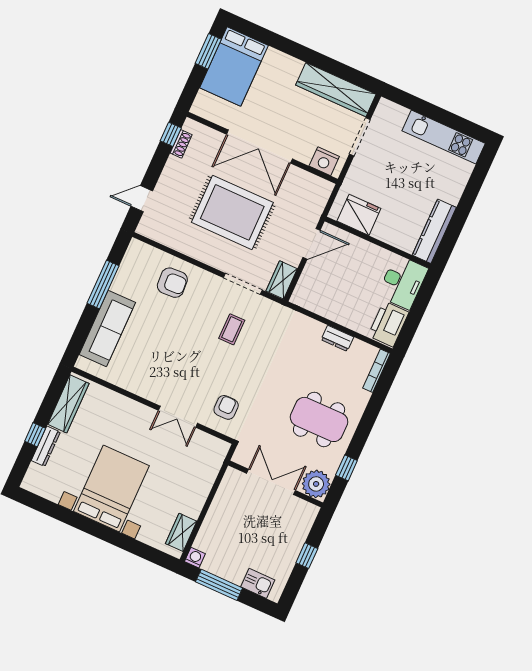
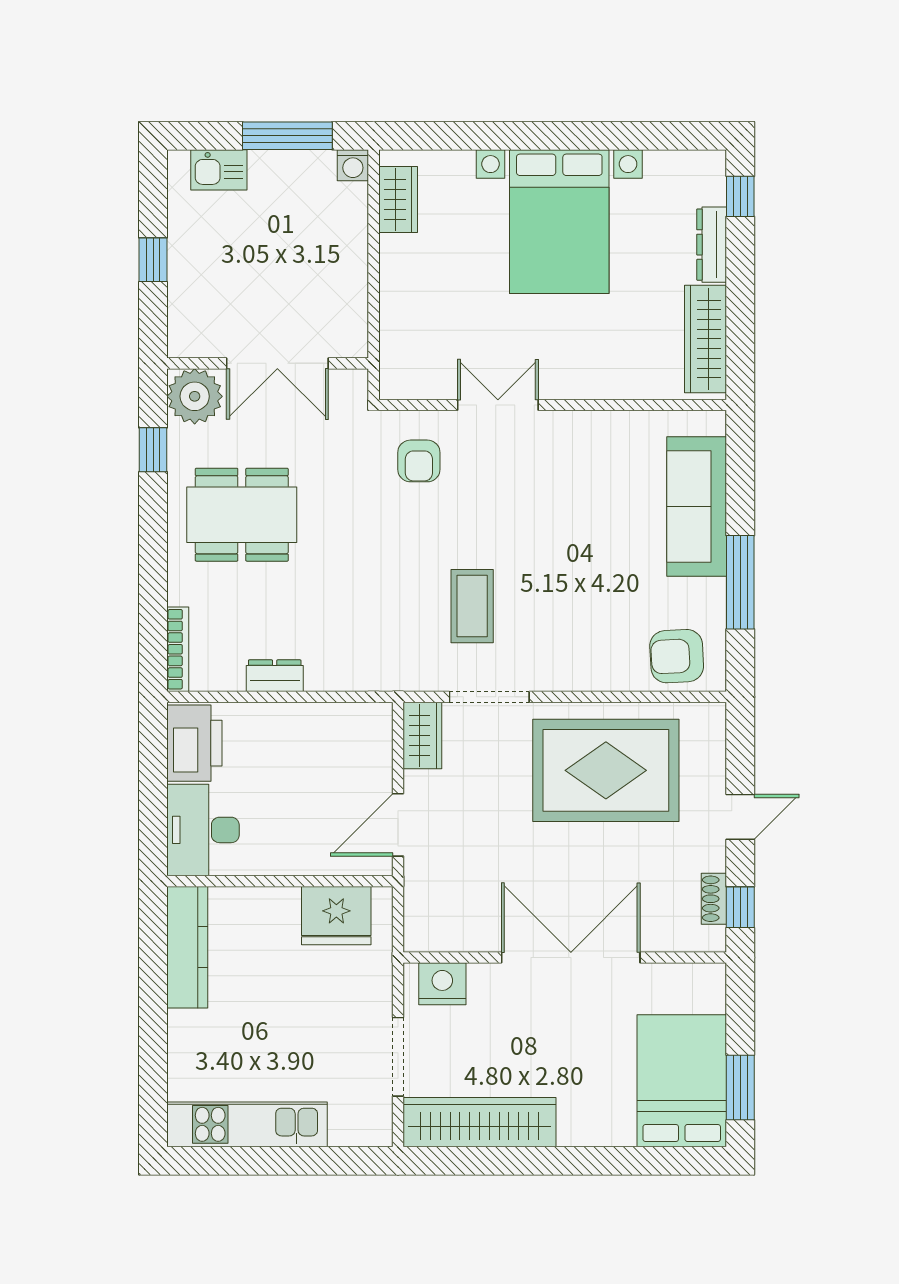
door: (142, 199) -> (740, 817), moved
rug: (232, 212) -> (606, 770), moved
armchair: (172, 283) -> (677, 656), moved
coffee table: (232, 329) -> (472, 606), width x1.36, depth x1.30
window: (35, 435) -> (740, 196), moved

